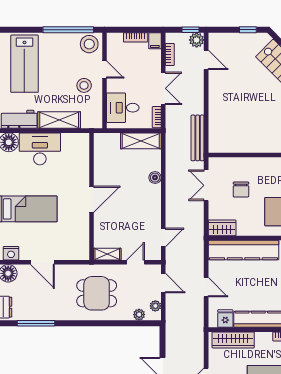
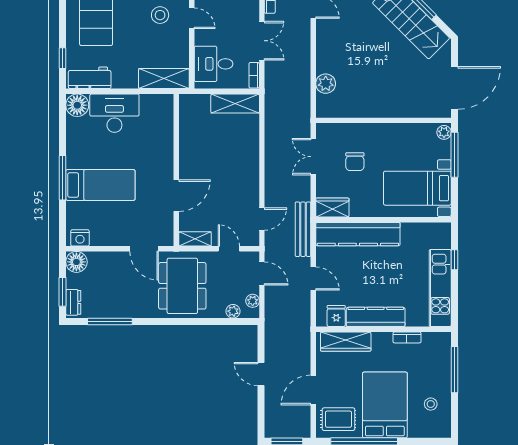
stool: (84, 85) -> (160, 15), moved
shelving: (59, 120) -> (164, 79), moved
plant: (216, 124) -> (326, 84), added
bench: (198, 138) -> (303, 229), moved
boiler: (155, 178) -> (252, 147), removed
door: (92, 199) -> (176, 196), moved
door: (42, 262) -> (144, 249), moved
door: (136, 262) -> (229, 249), hinge flipped
dining table: (97, 293) -> (182, 286), width x1.37

